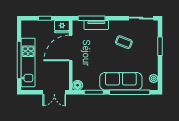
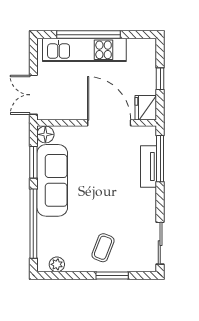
coffee table: (124, 42) -> (103, 248), moved
sofa: (121, 81) -> (52, 180), moved

